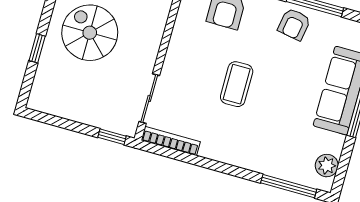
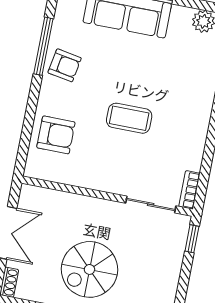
bookcase: (171, 141) -> (189, 190), width x0.64

